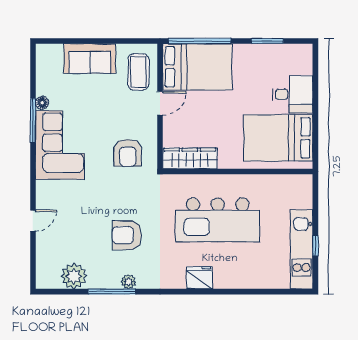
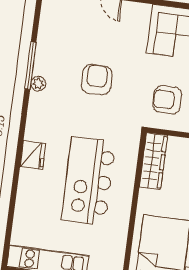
armchair: (127, 235) -> (97, 80), moved
plant: (74, 276) -> (51, 30), removed

